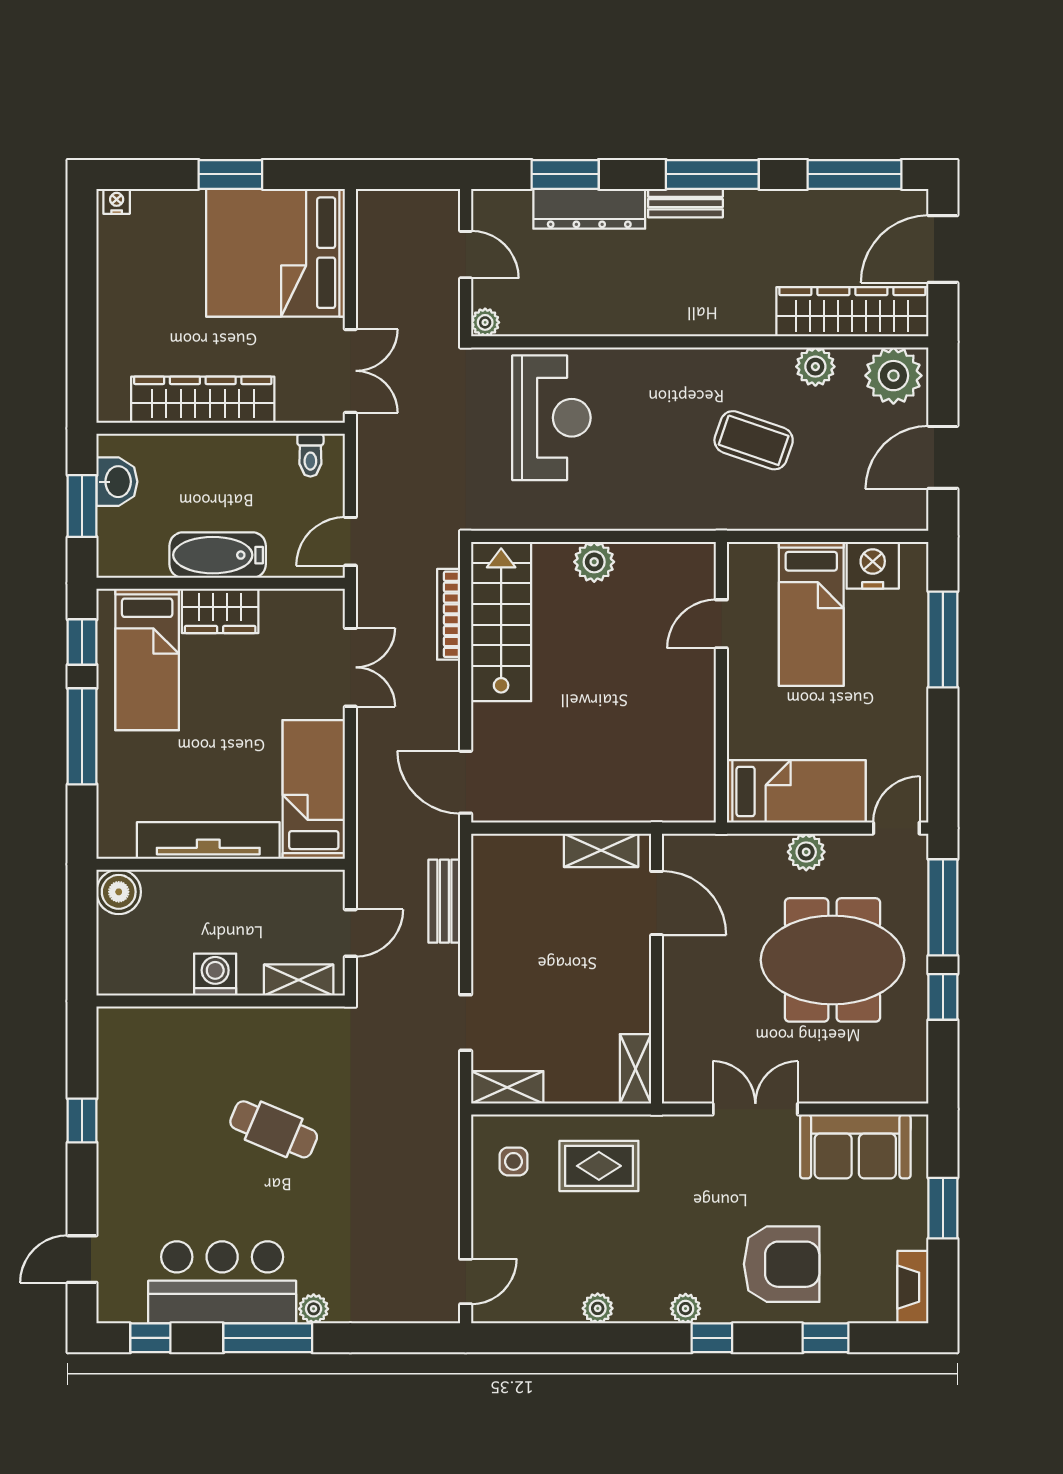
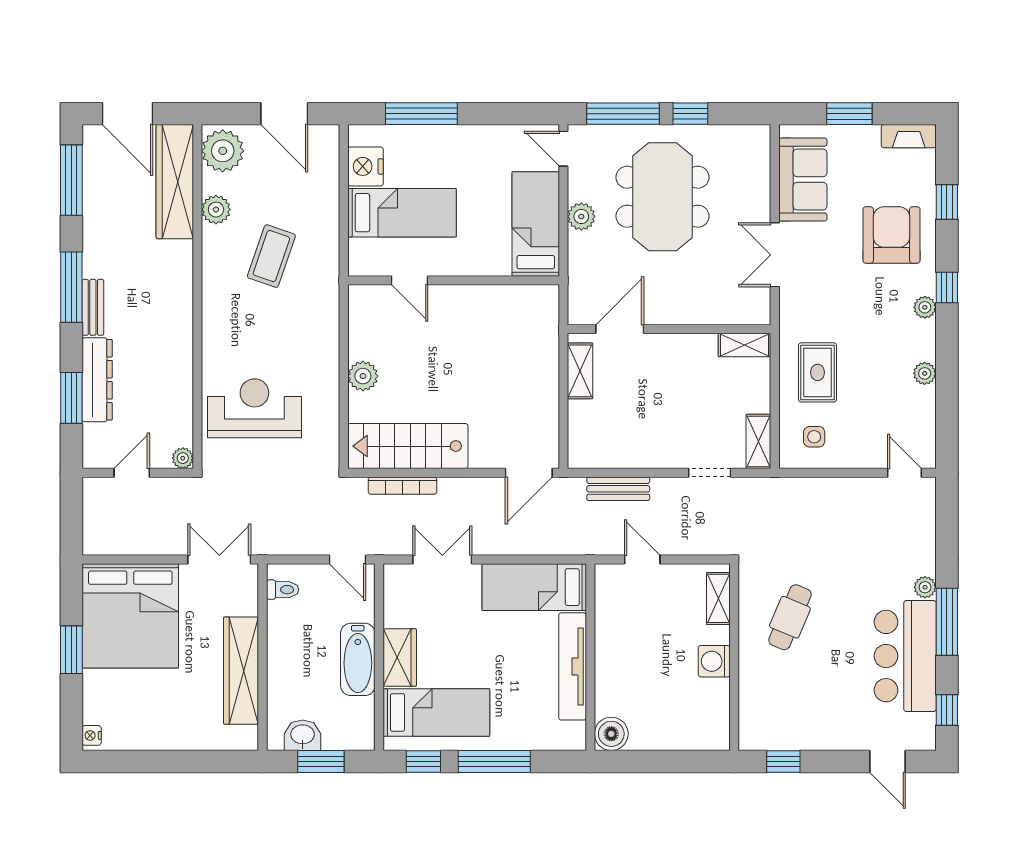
washing machine: (215, 975) -> (714, 661), moved
shelving: (299, 980) -> (718, 598), moved
wall: (221, 1001) -> (734, 657), moved

